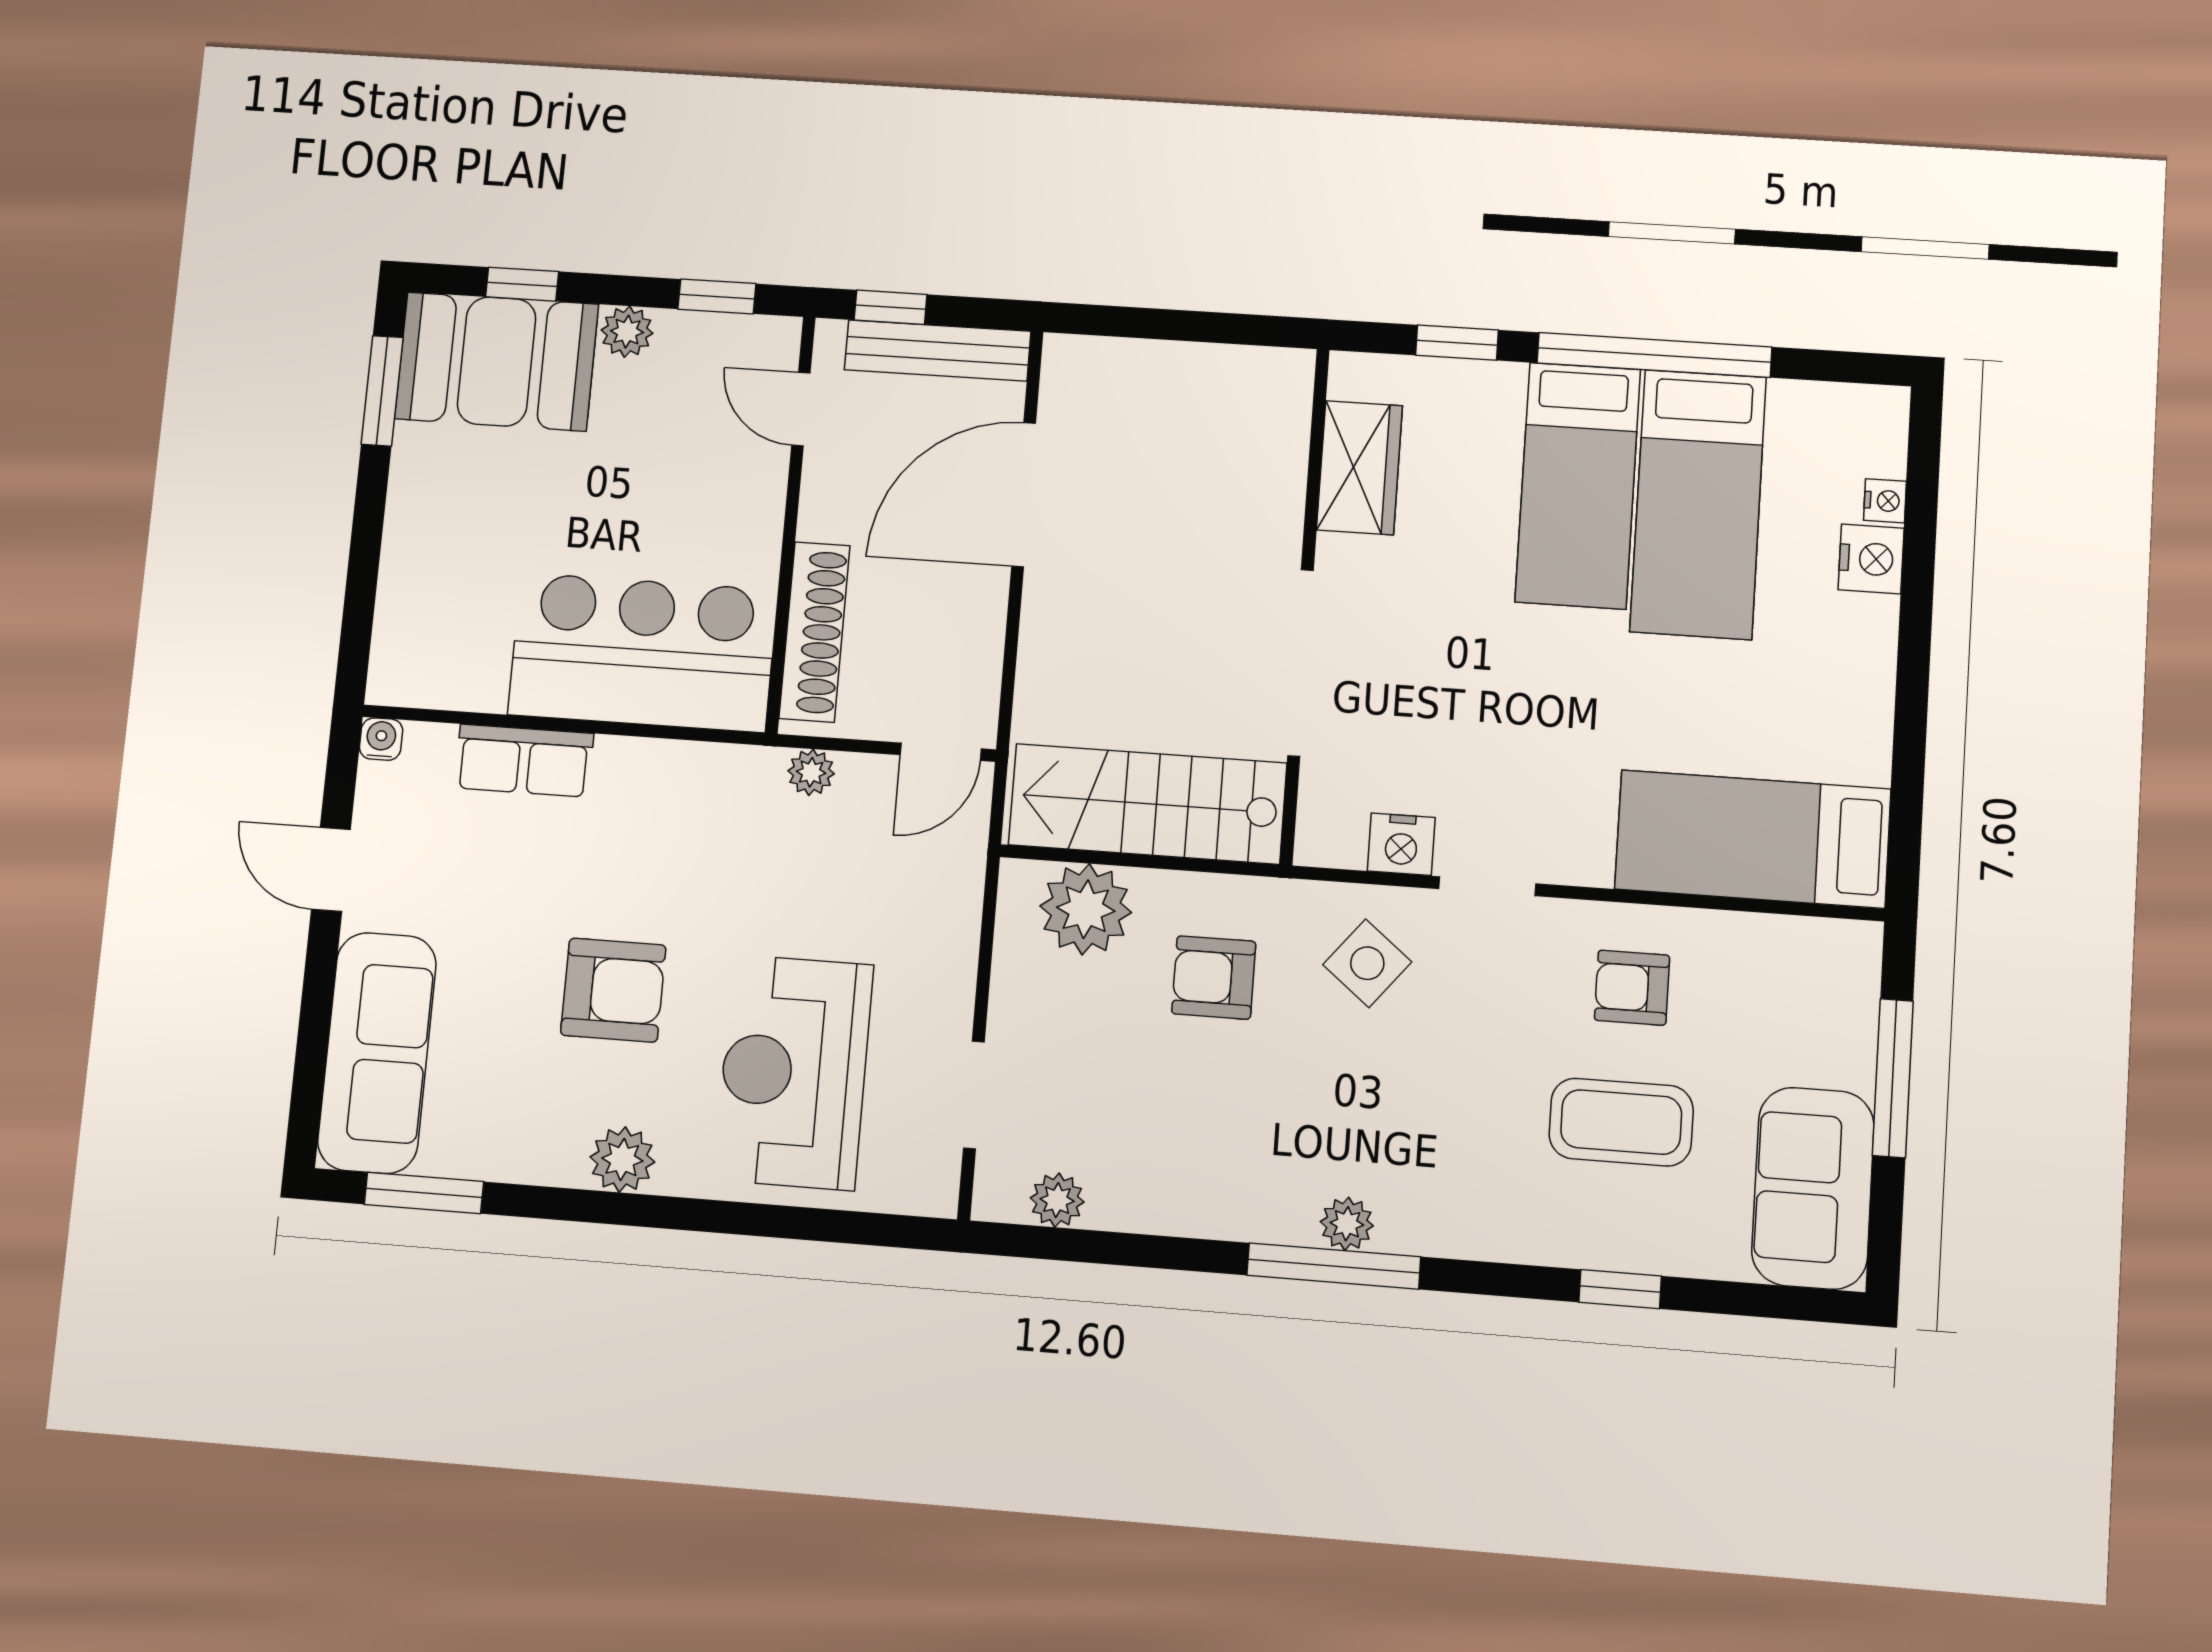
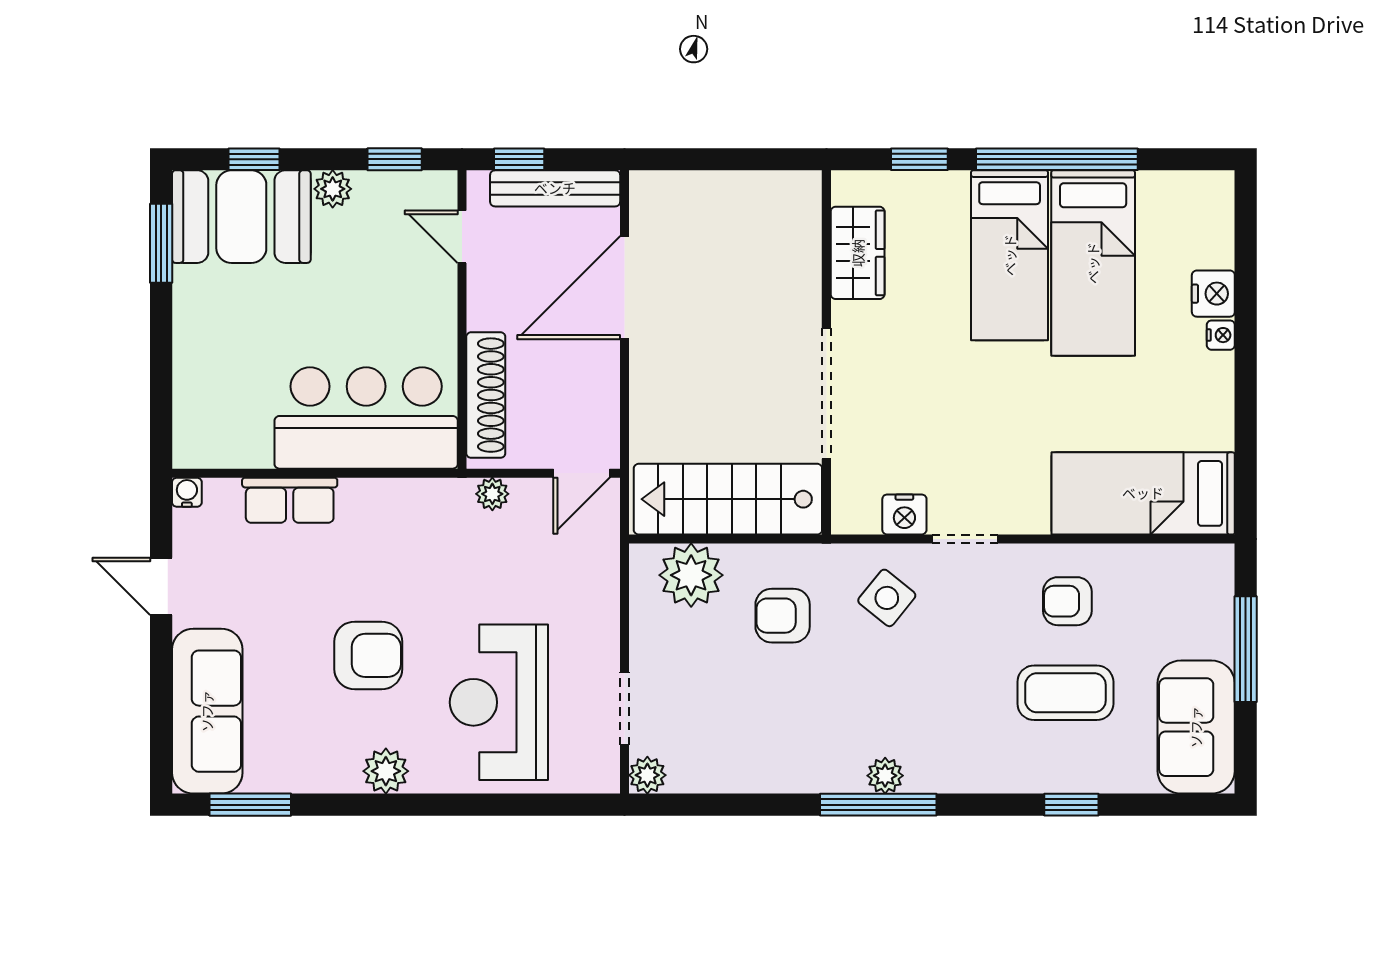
nightstand: (1885, 501) -> (1221, 335), moved
plant: (1057, 1200) -> (647, 775), moved

